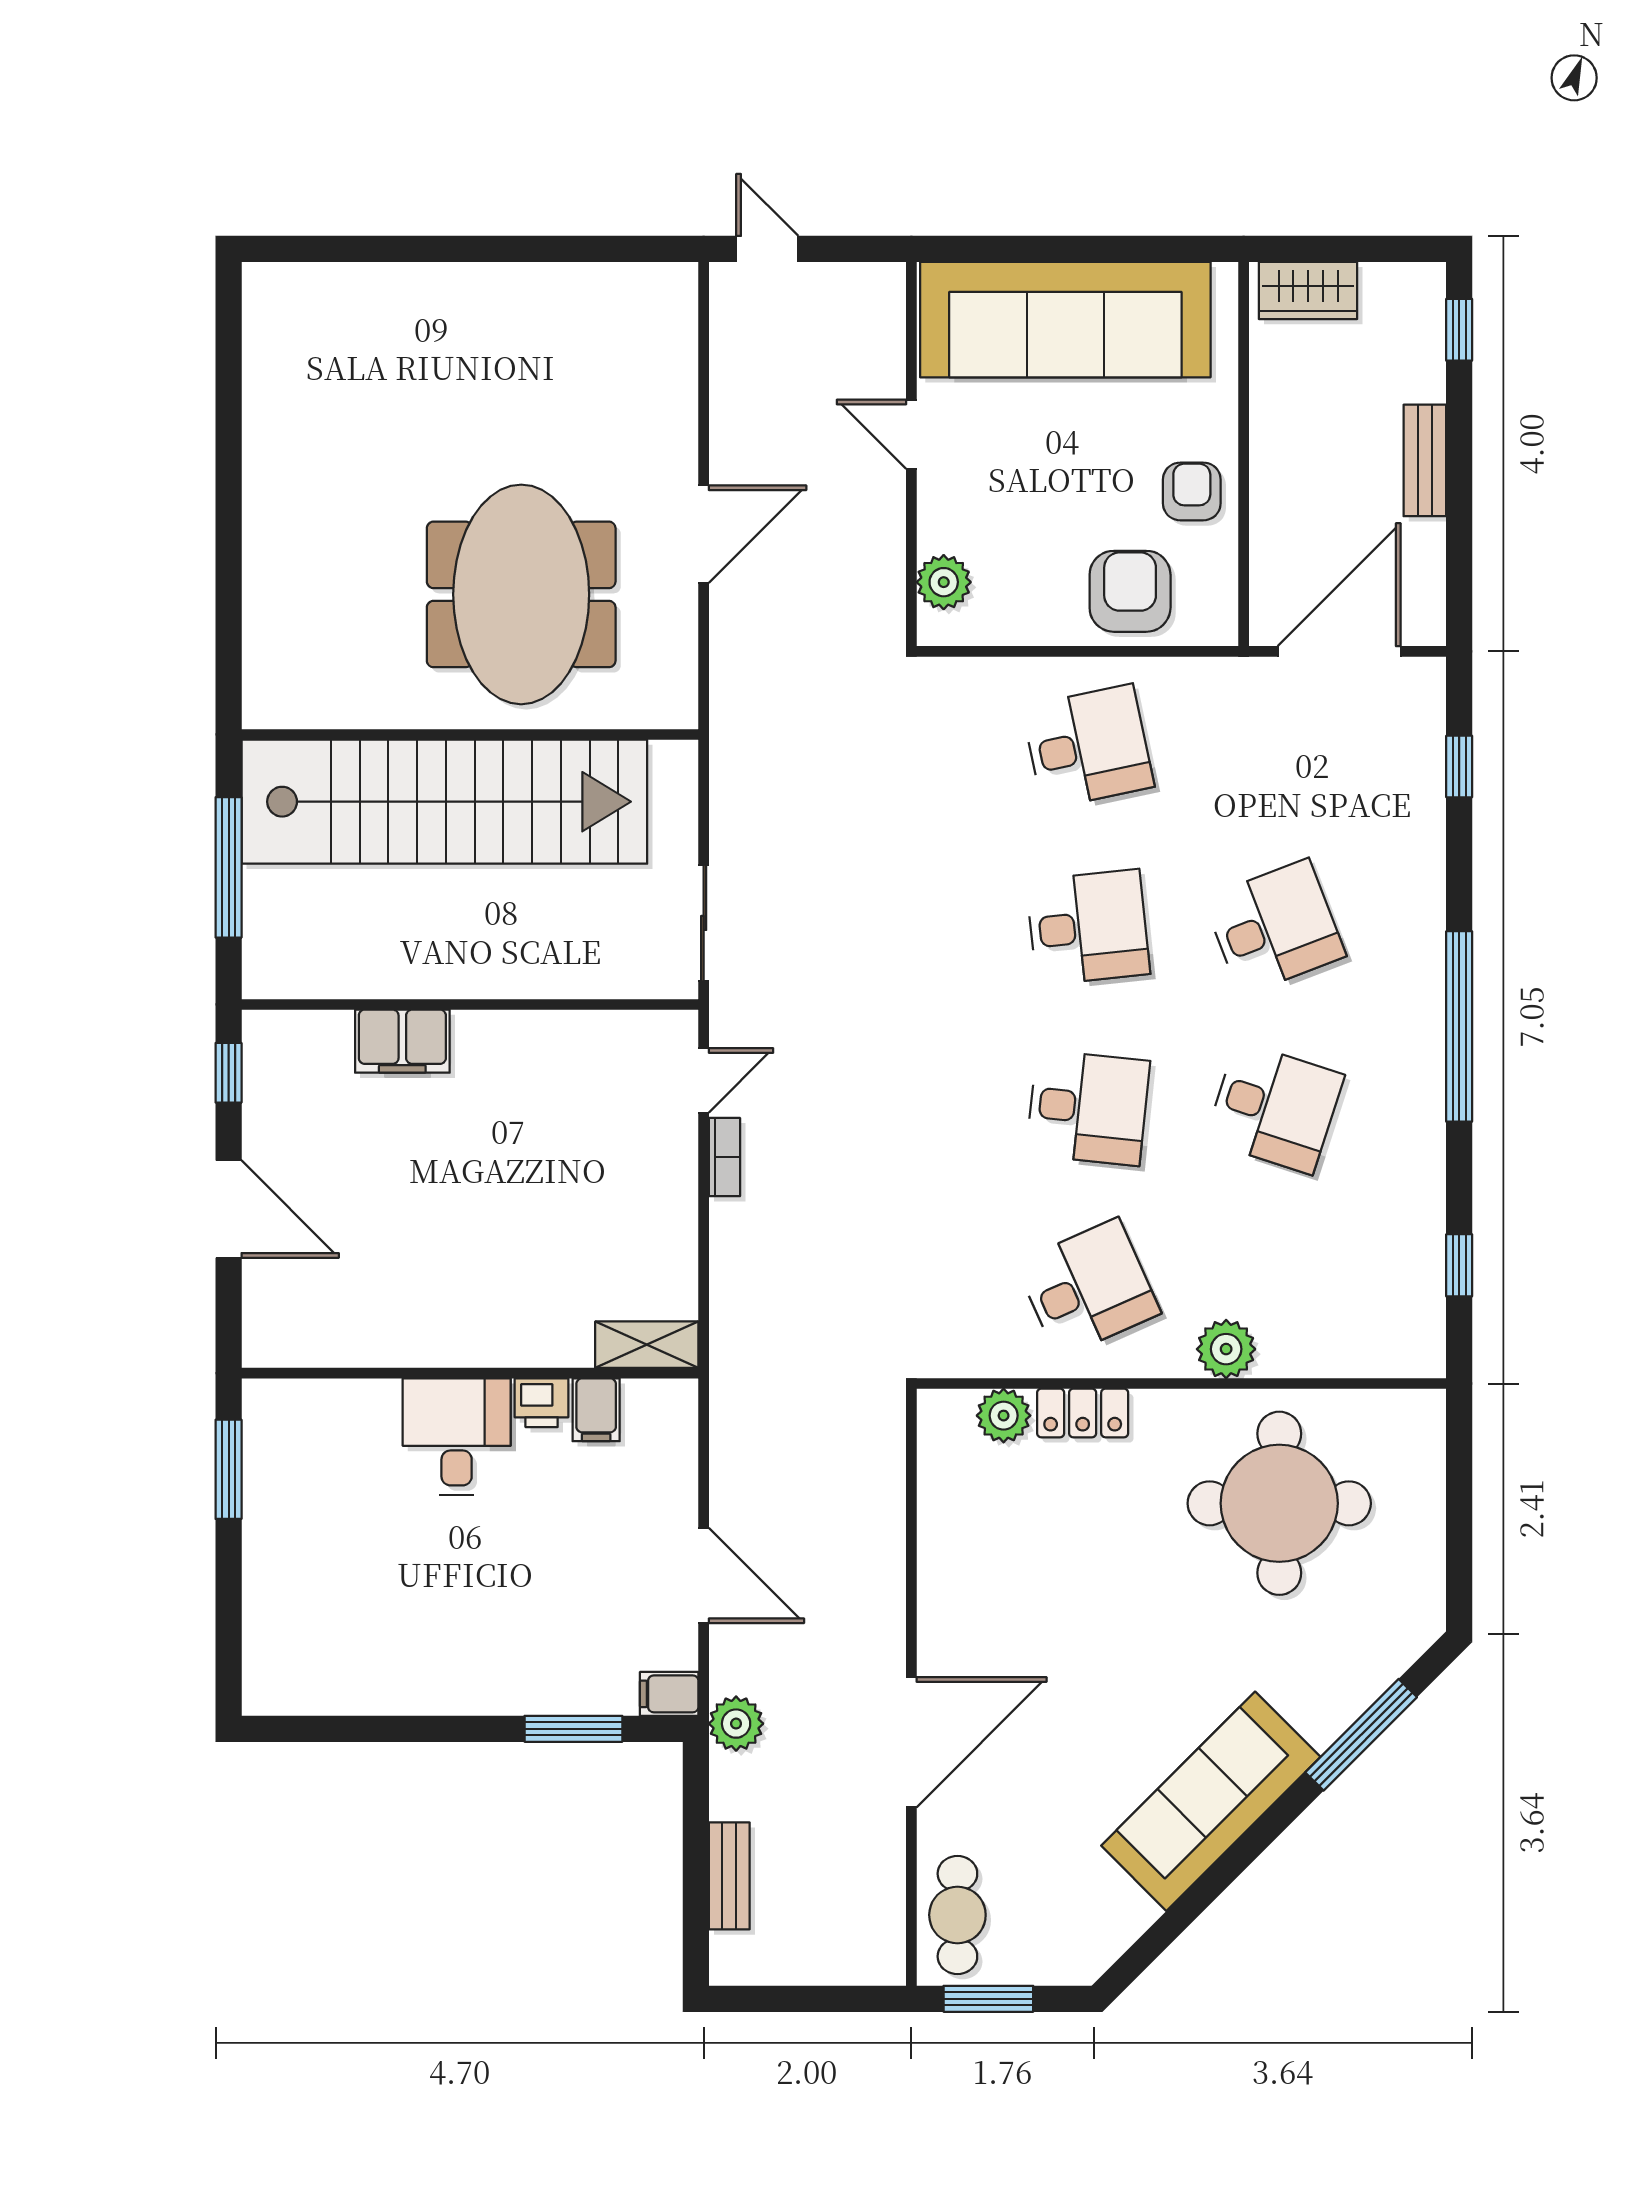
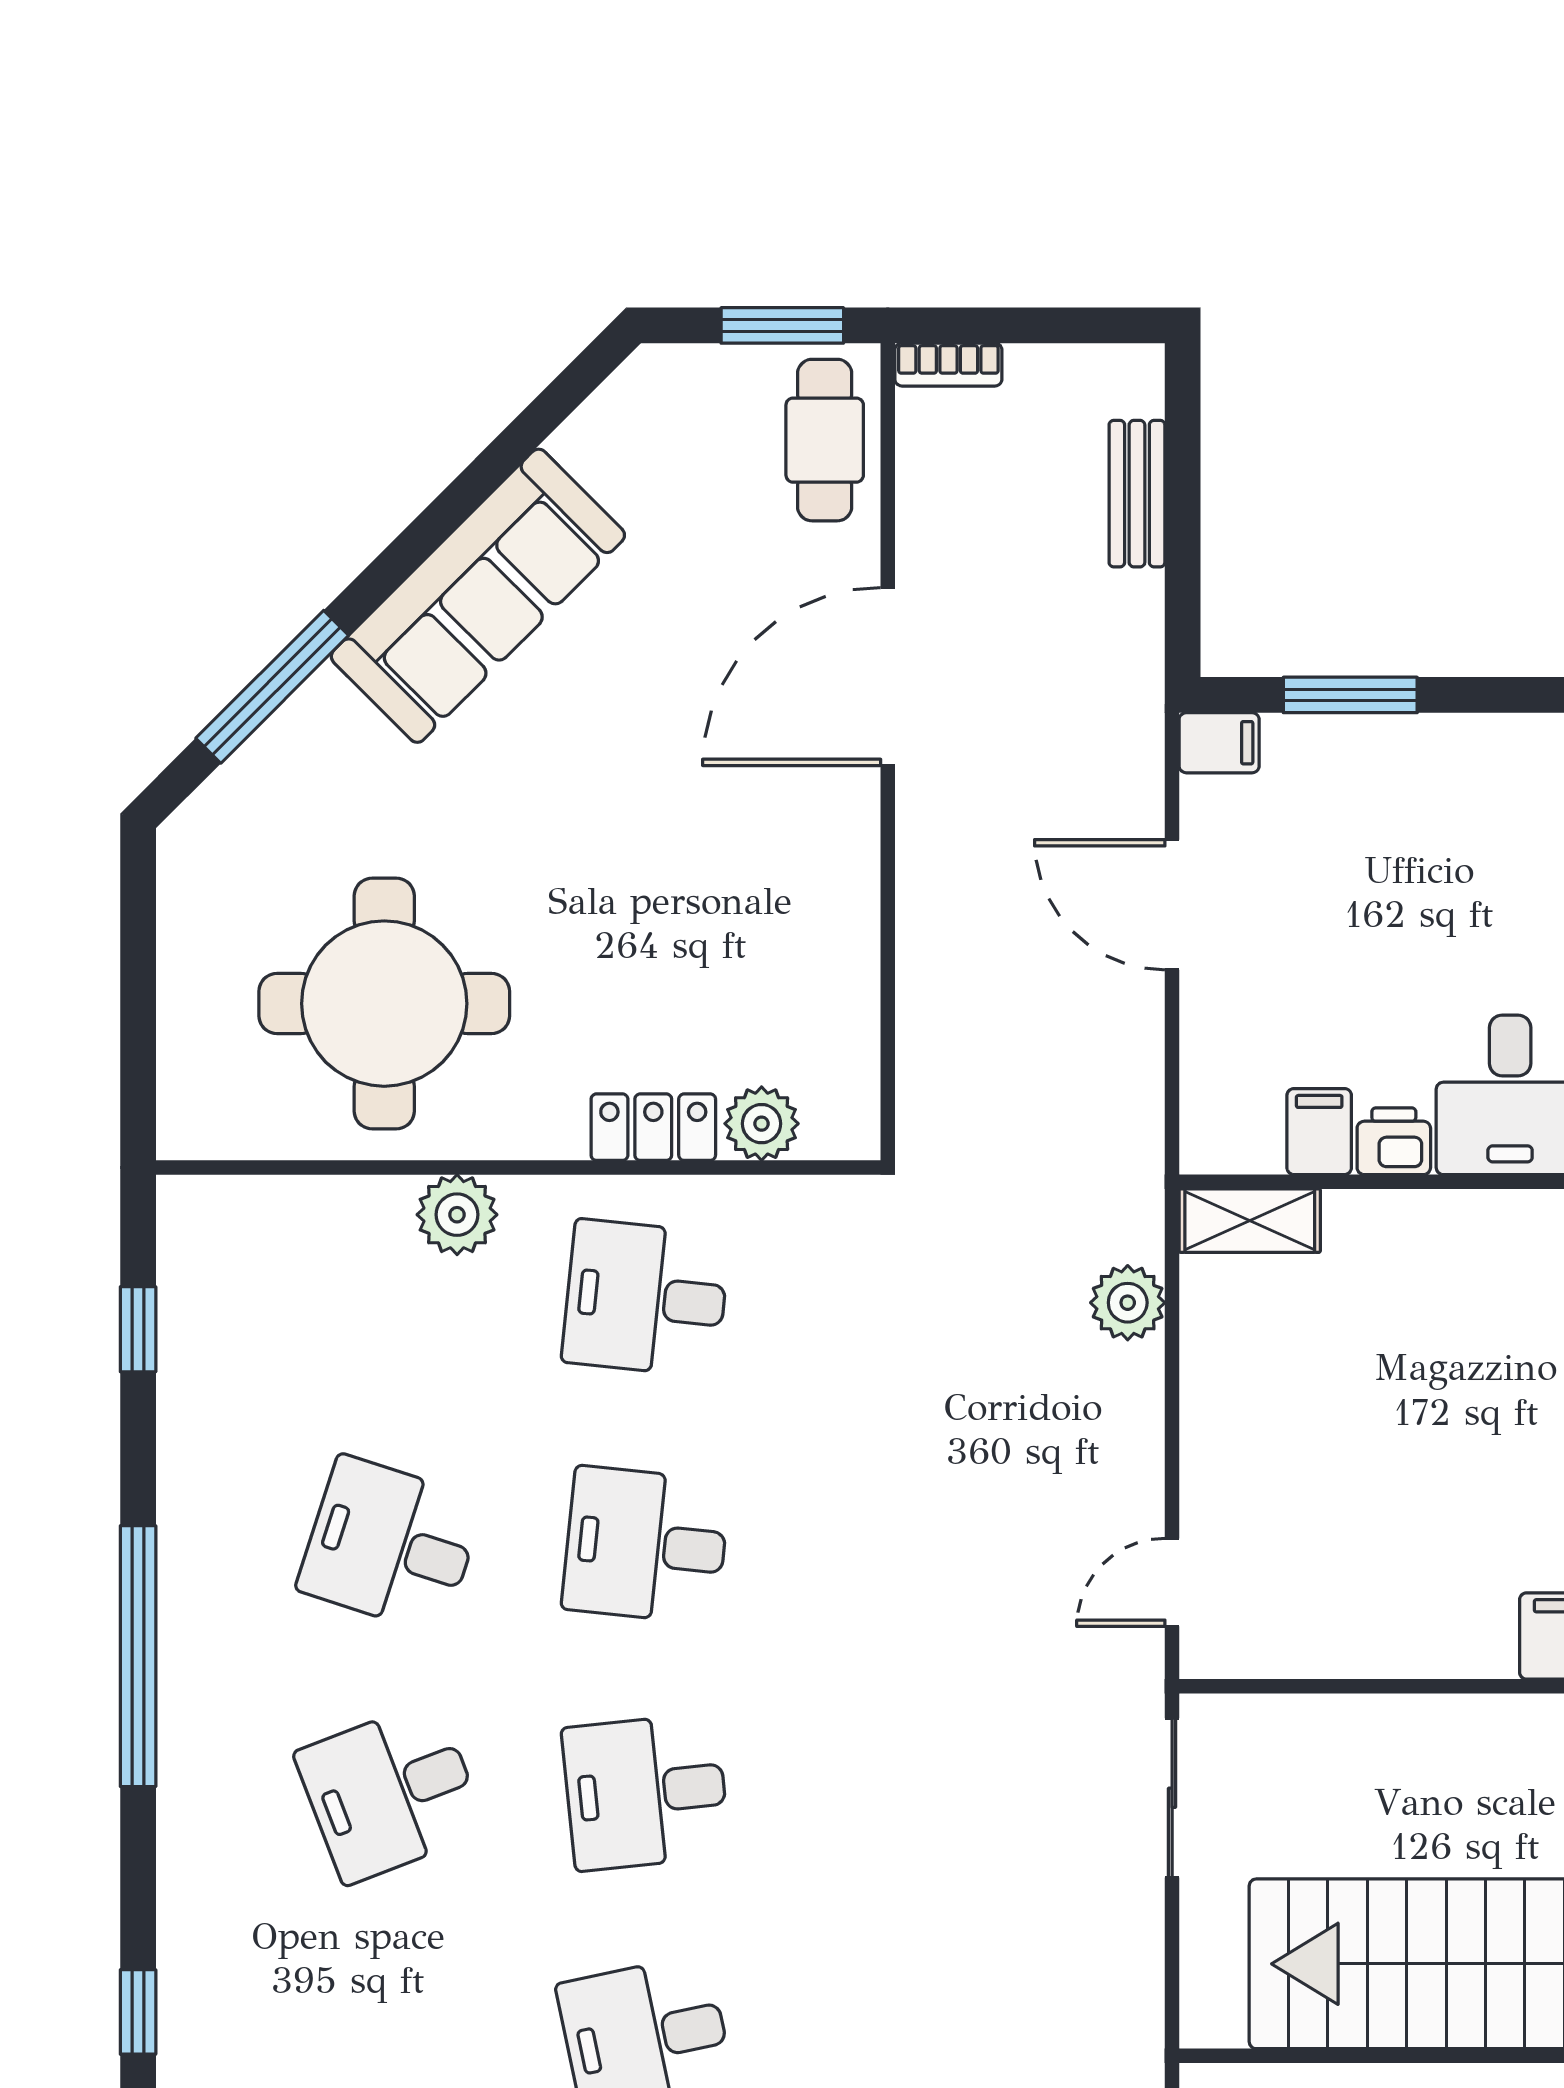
bookcase: (724, 1157) -> (948, 365), moved, turned -90
desk: (1088, 1288) -> (646, 1298), turned 30
plant: (736, 1724) -> (1128, 1303), moved

